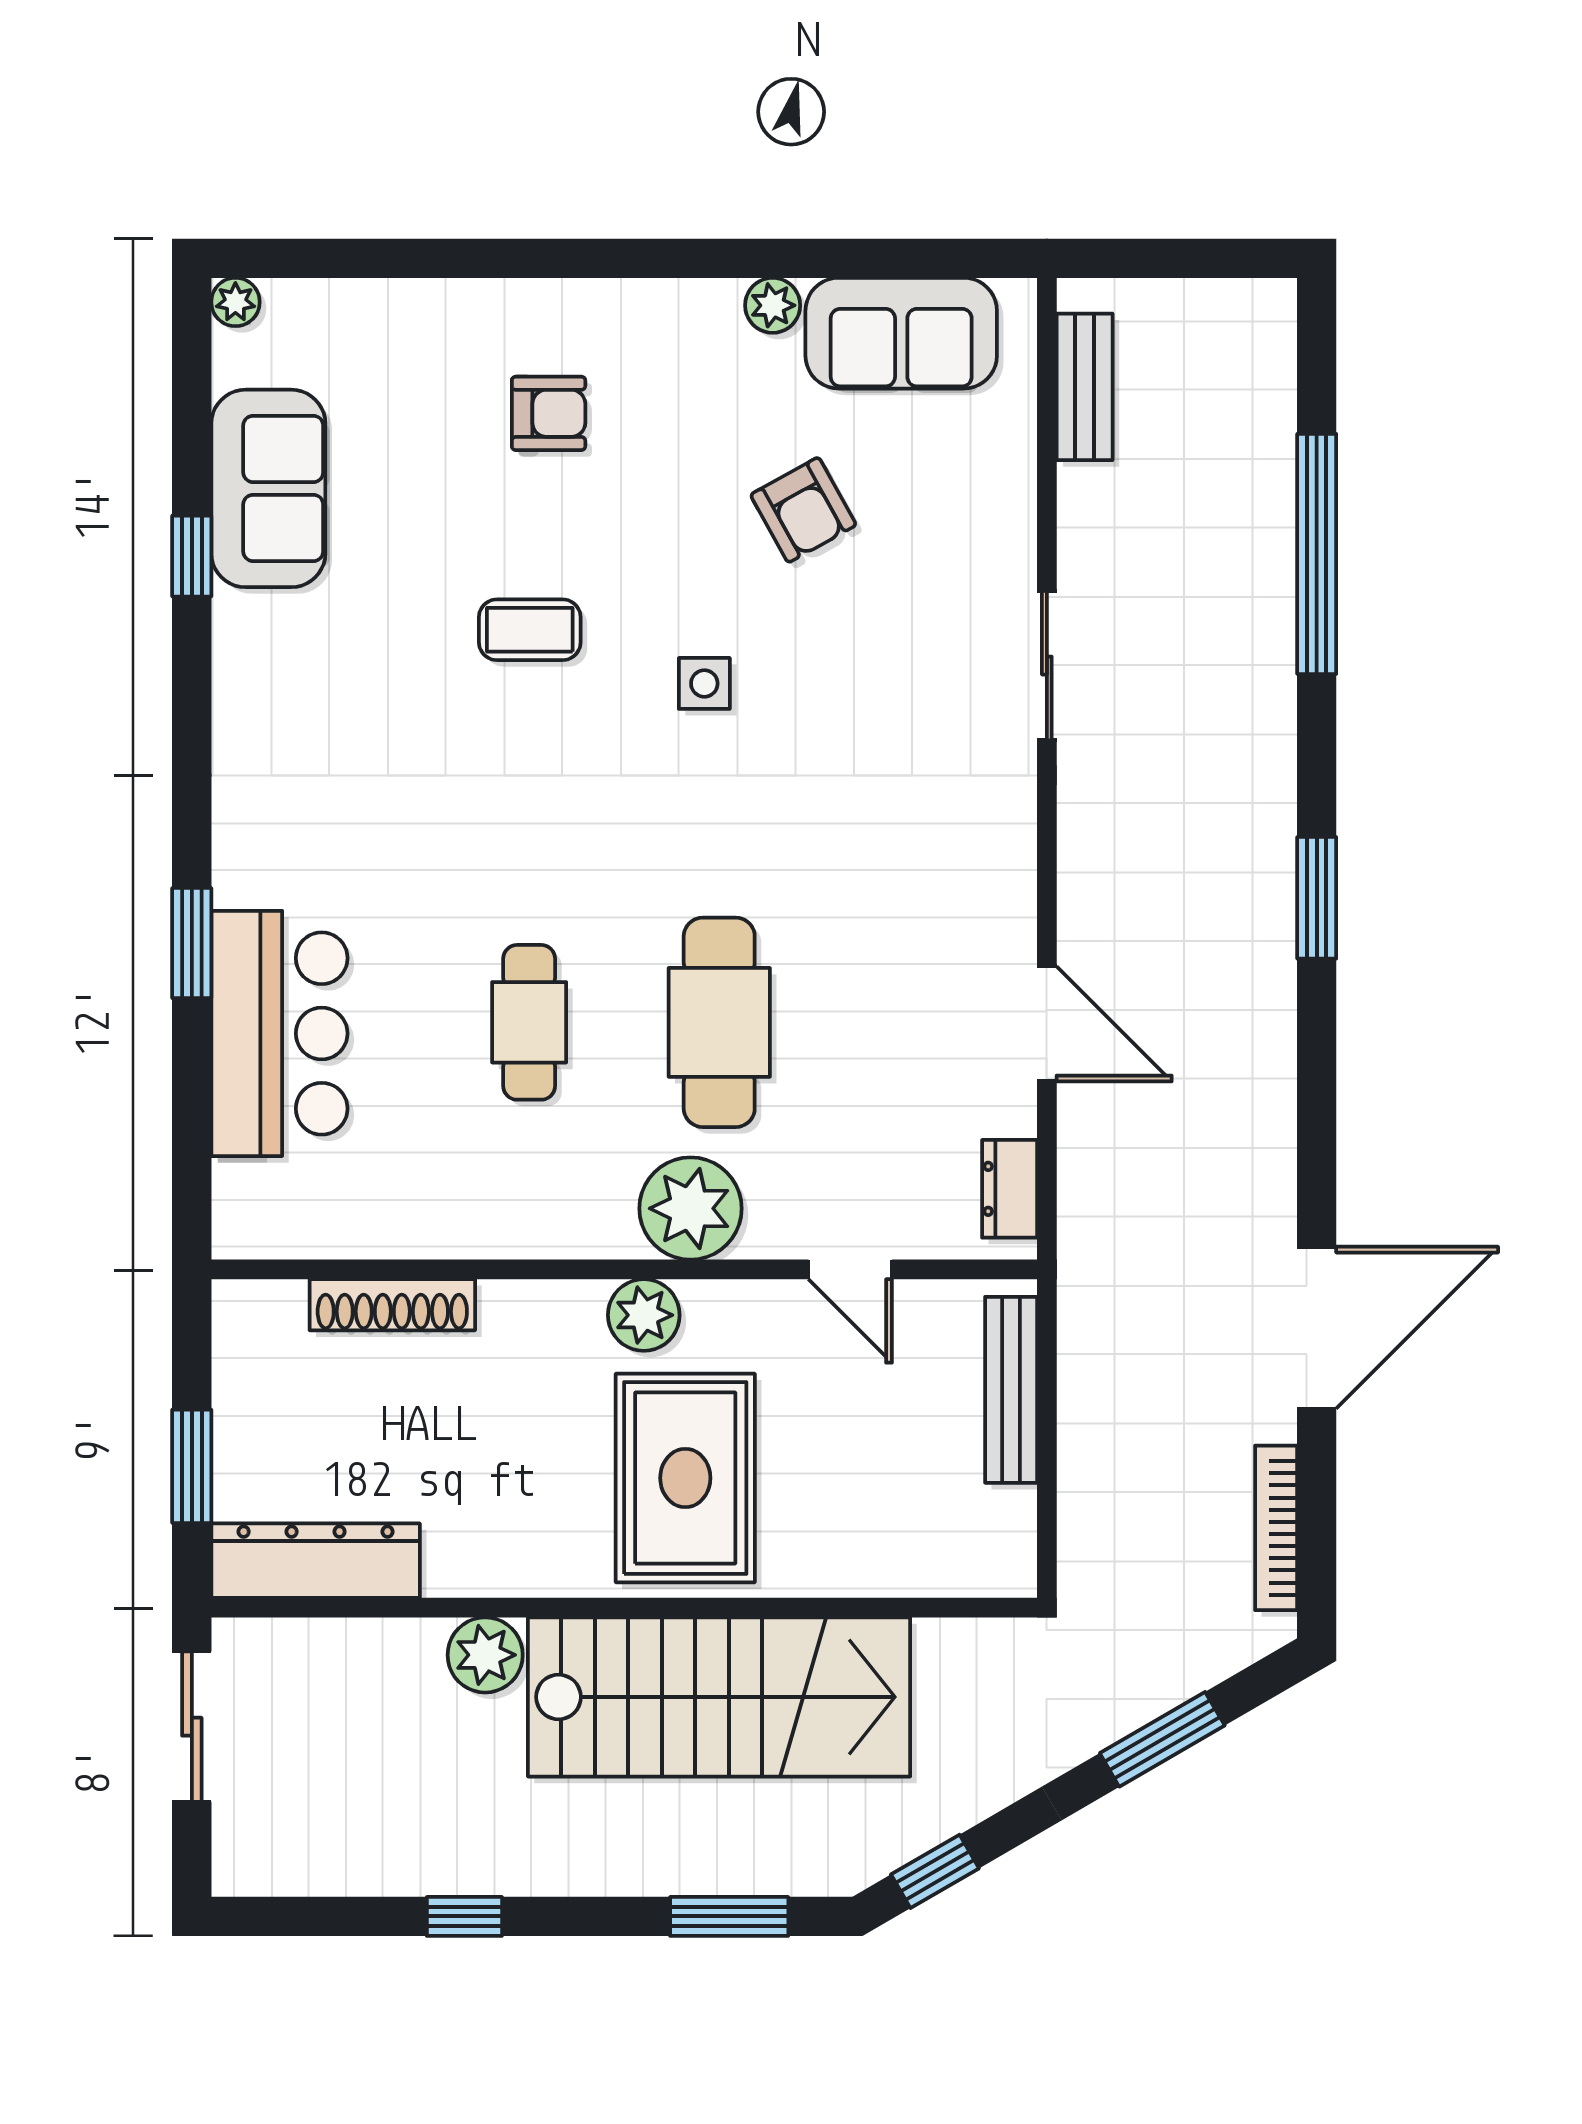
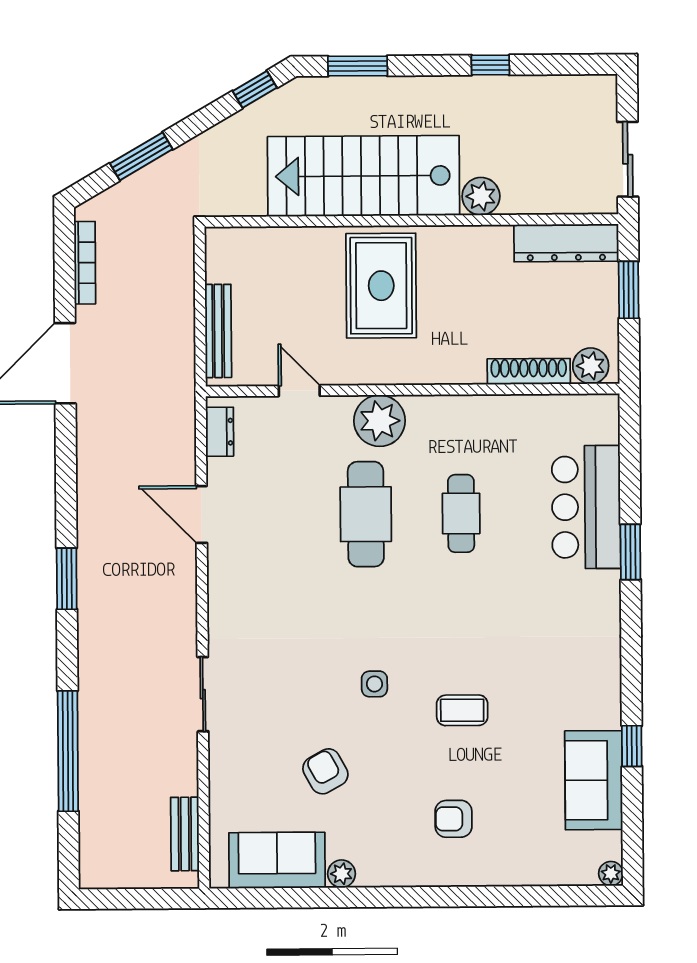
plant: (644, 1315) -> (591, 366), moved

